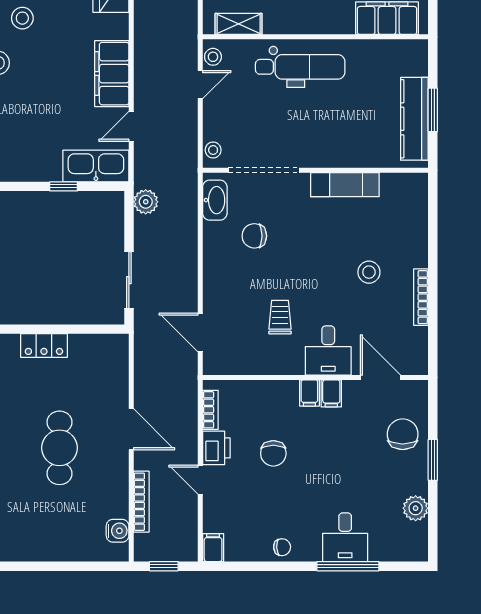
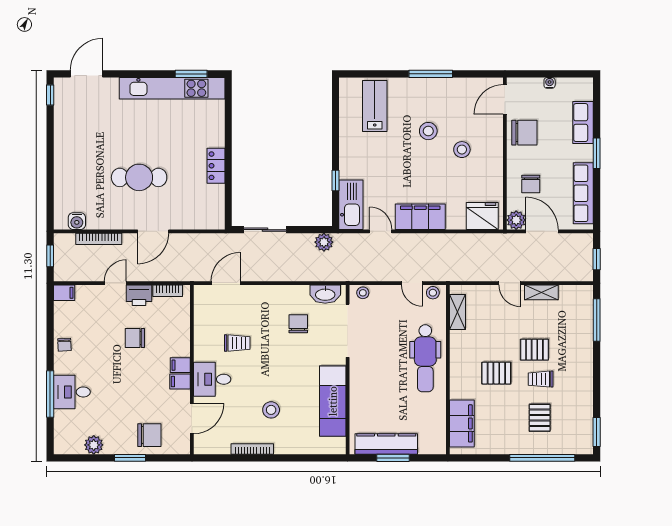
exam couch: (345, 185) -> (333, 401), width x1.36, depth x1.45

